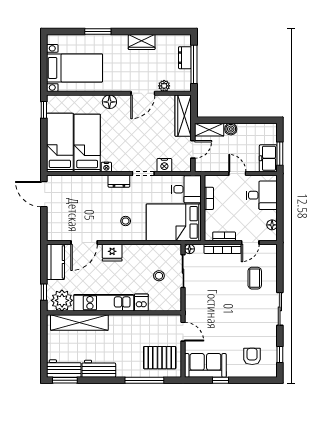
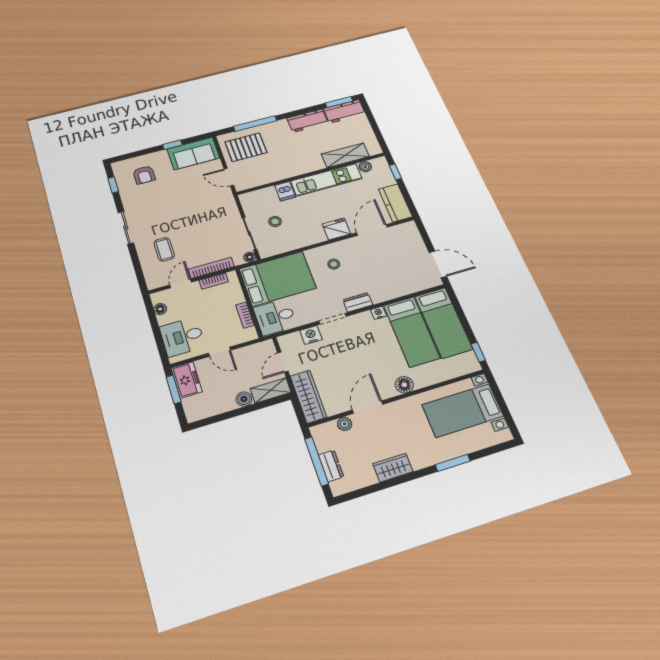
plant: (62, 300) -> (365, 167), width x0.53, depth x0.53
shelving: (79, 322) -> (345, 155), width x0.68

